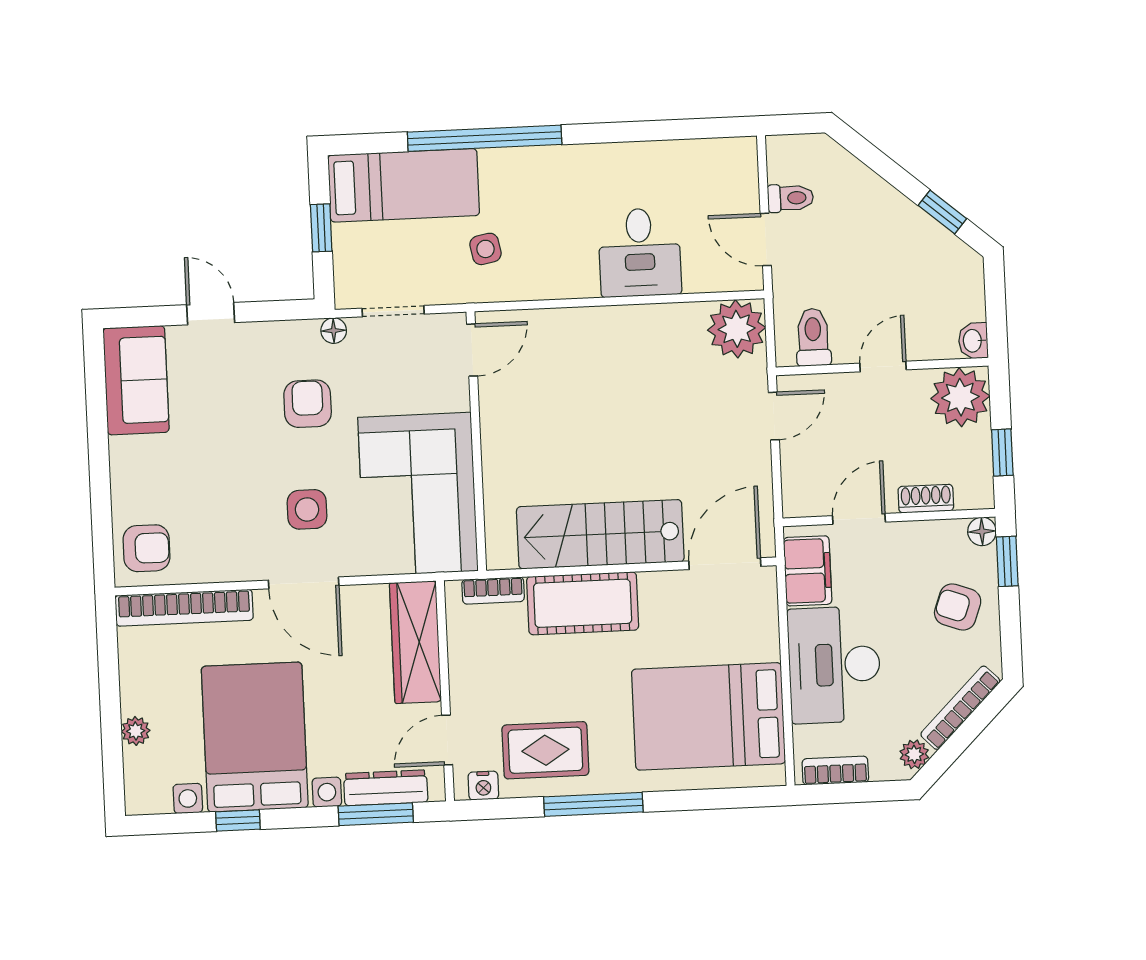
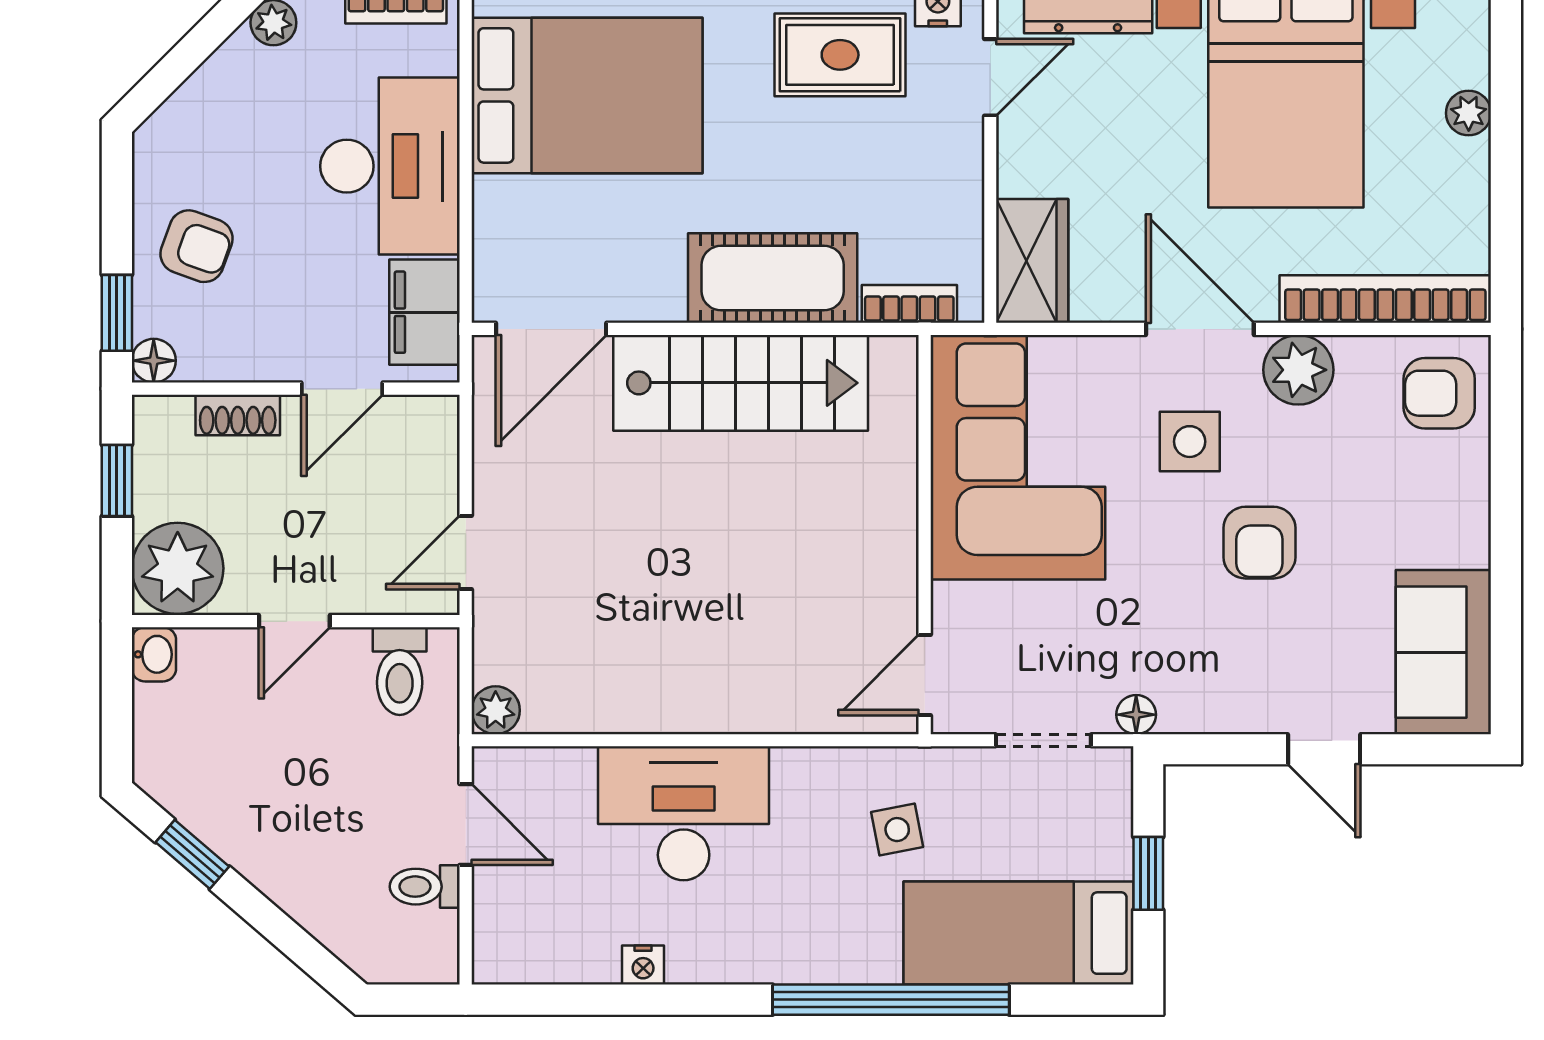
nightstand: (646, 153) -> (643, 965), added
desk: (640, 252) -> (684, 813), width x1.37
plant: (737, 329) -> (496, 710), width x0.53, depth x0.53
armchair: (308, 404) -> (1259, 543), moved
plant: (239, 559) -> (1298, 370), added
wardrobe: (415, 642) -> (1032, 261), width x0.67
bookcase: (960, 708) -> (199, 91), removed

